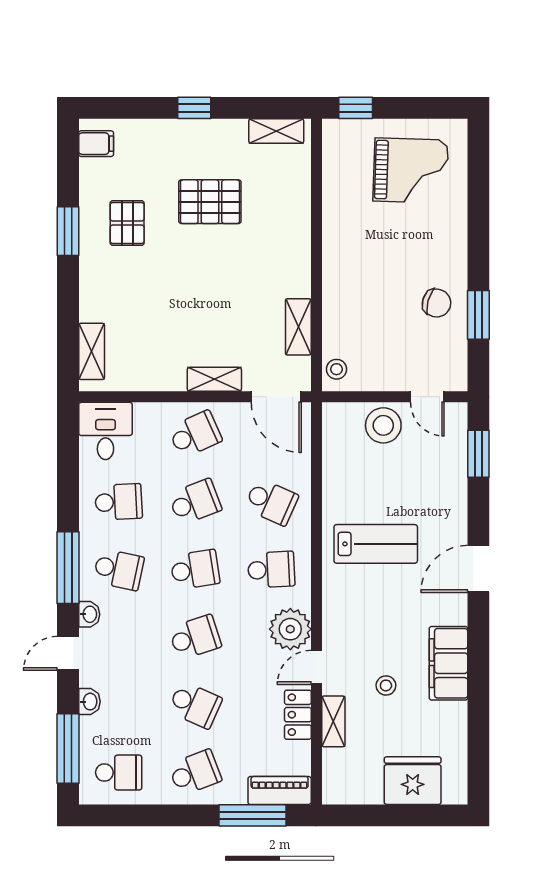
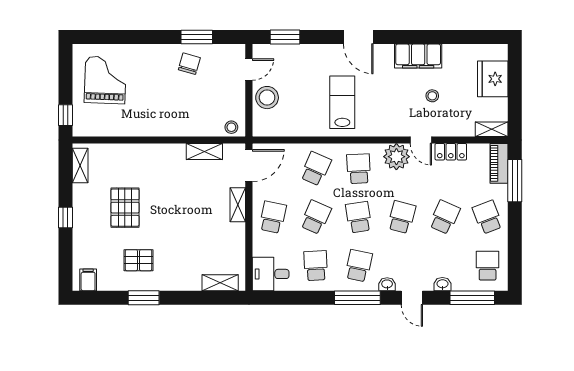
school desk: (195, 434) -> (273, 217), turned 36
school desk: (195, 502) -> (316, 217), turned 45
school desk: (195, 637) -> (402, 217), turned 33
shelving: (333, 721) -> (492, 129), moved

